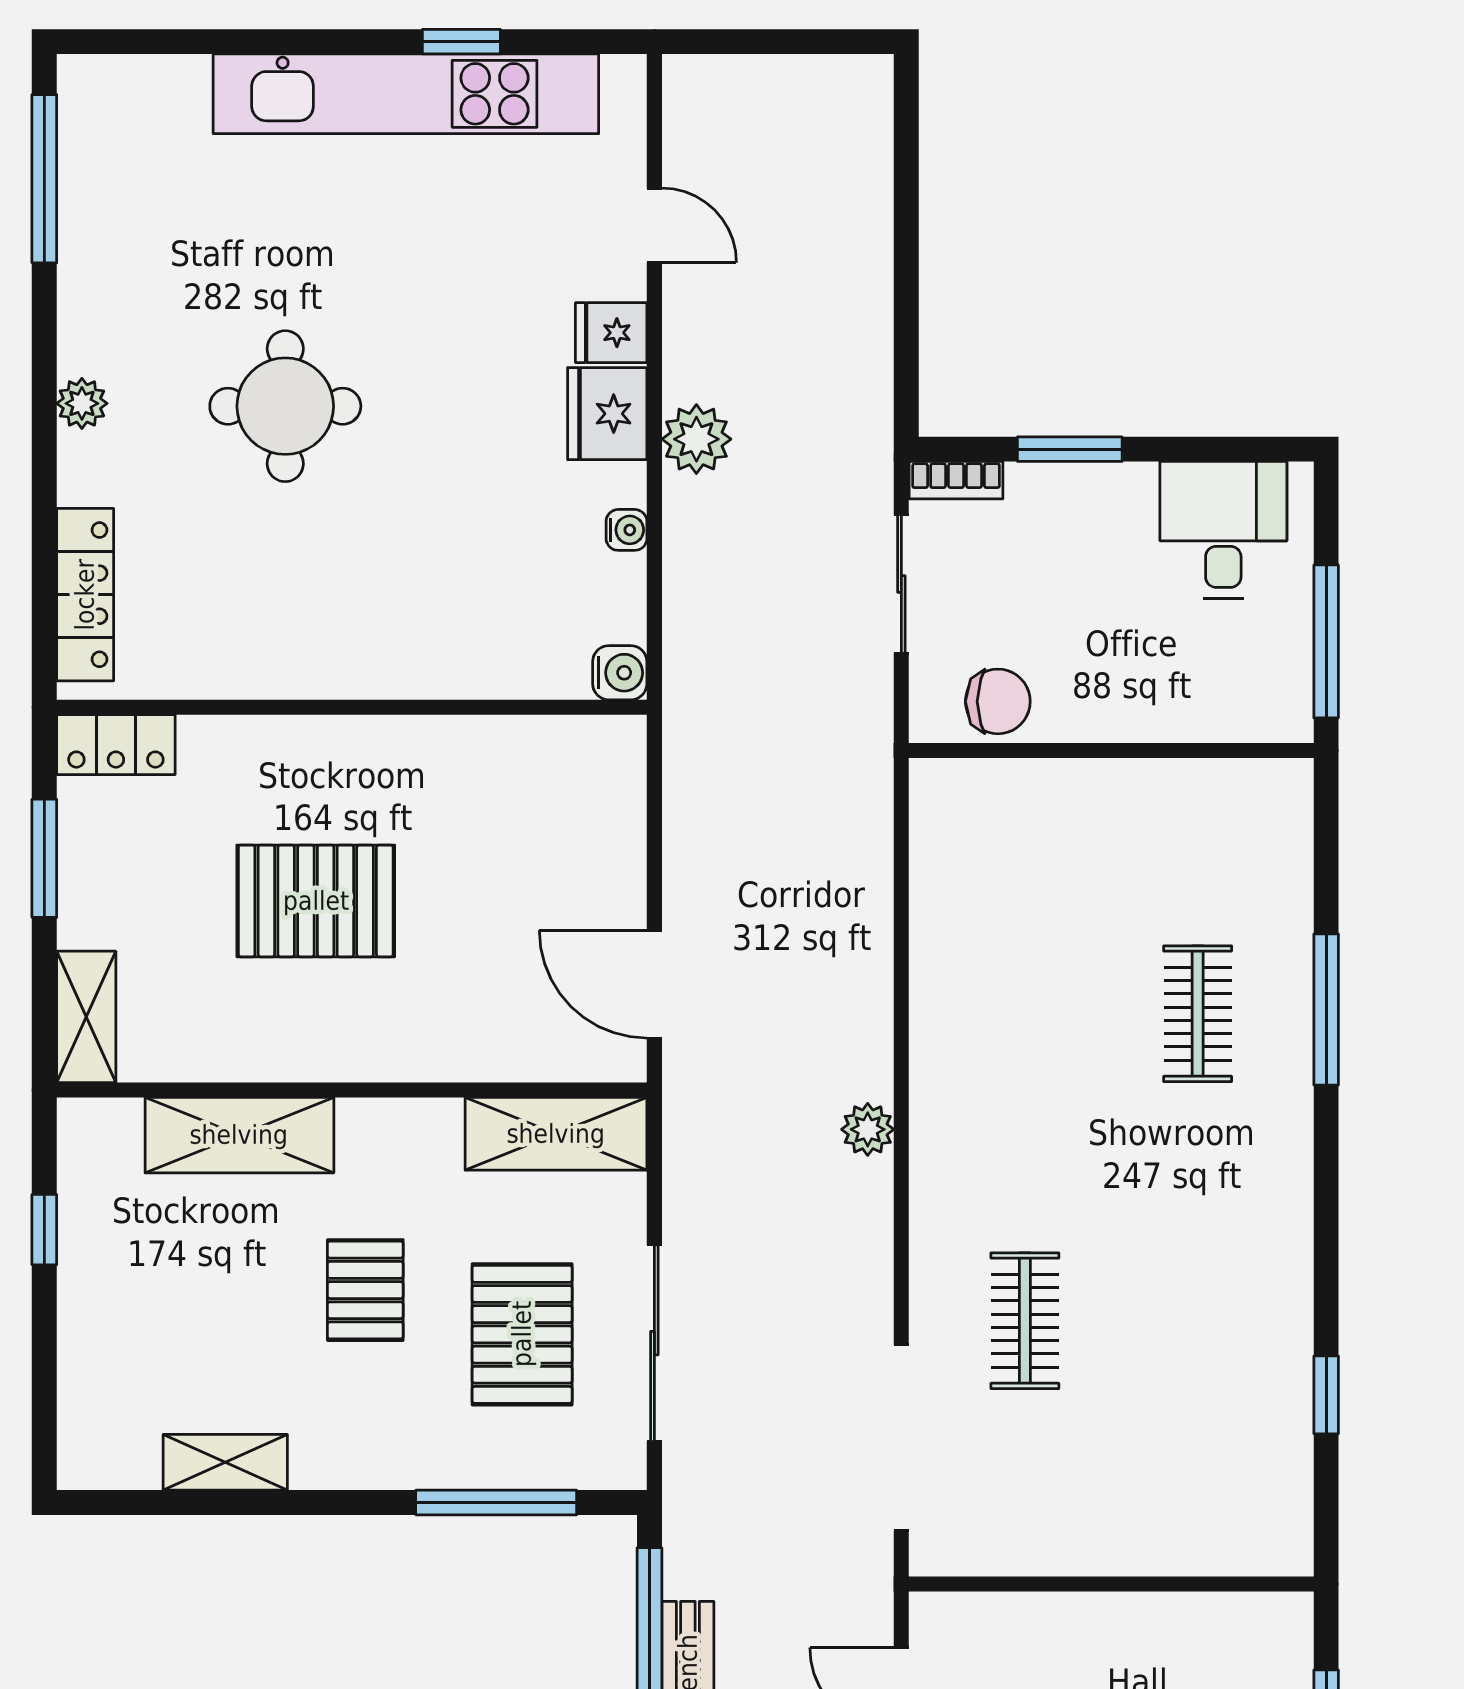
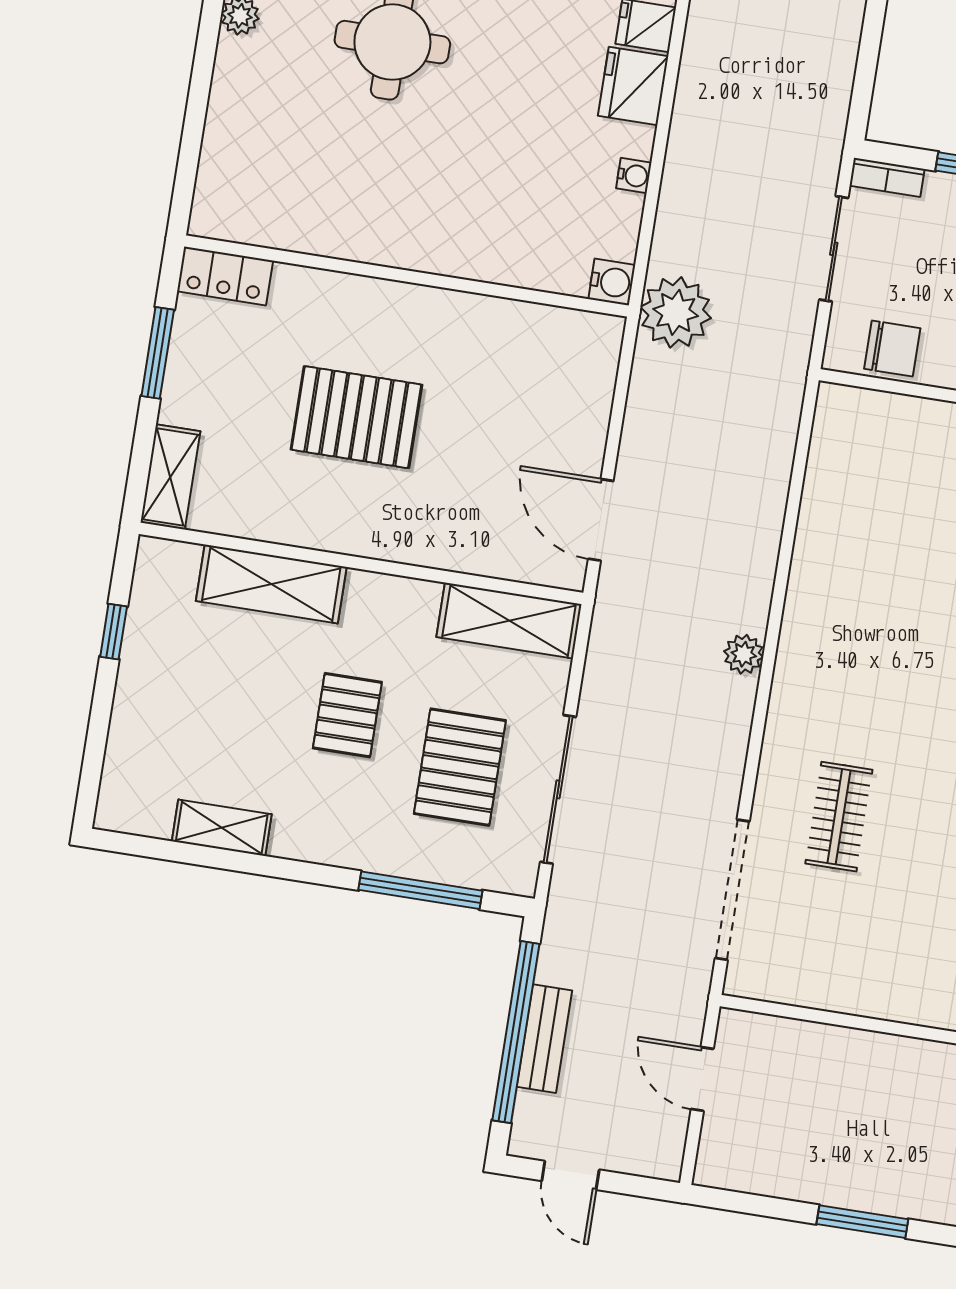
plant: (696, 439) -> (676, 312), moved, width x1.36, depth x1.36
locker: (85, 595) -> (220, 160), removed

